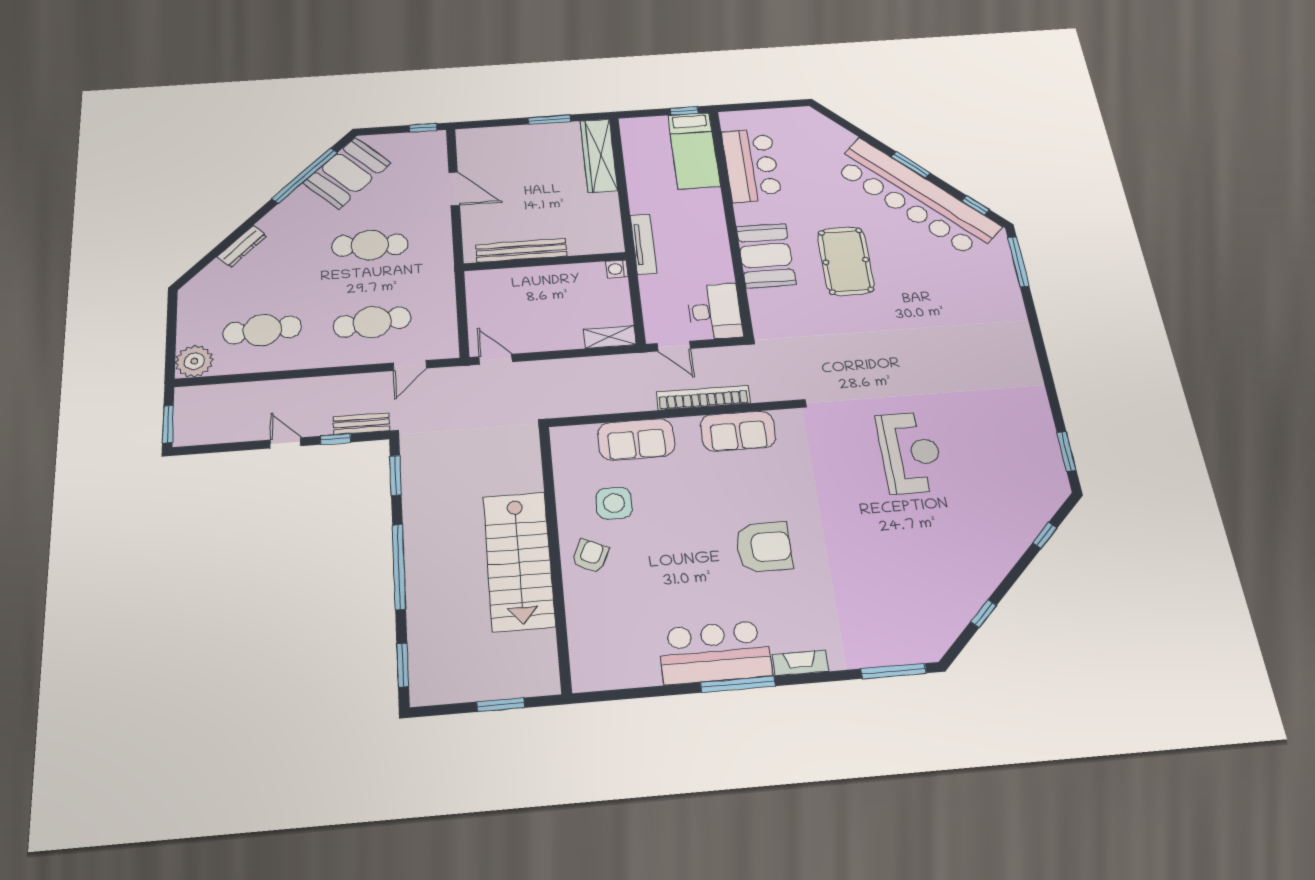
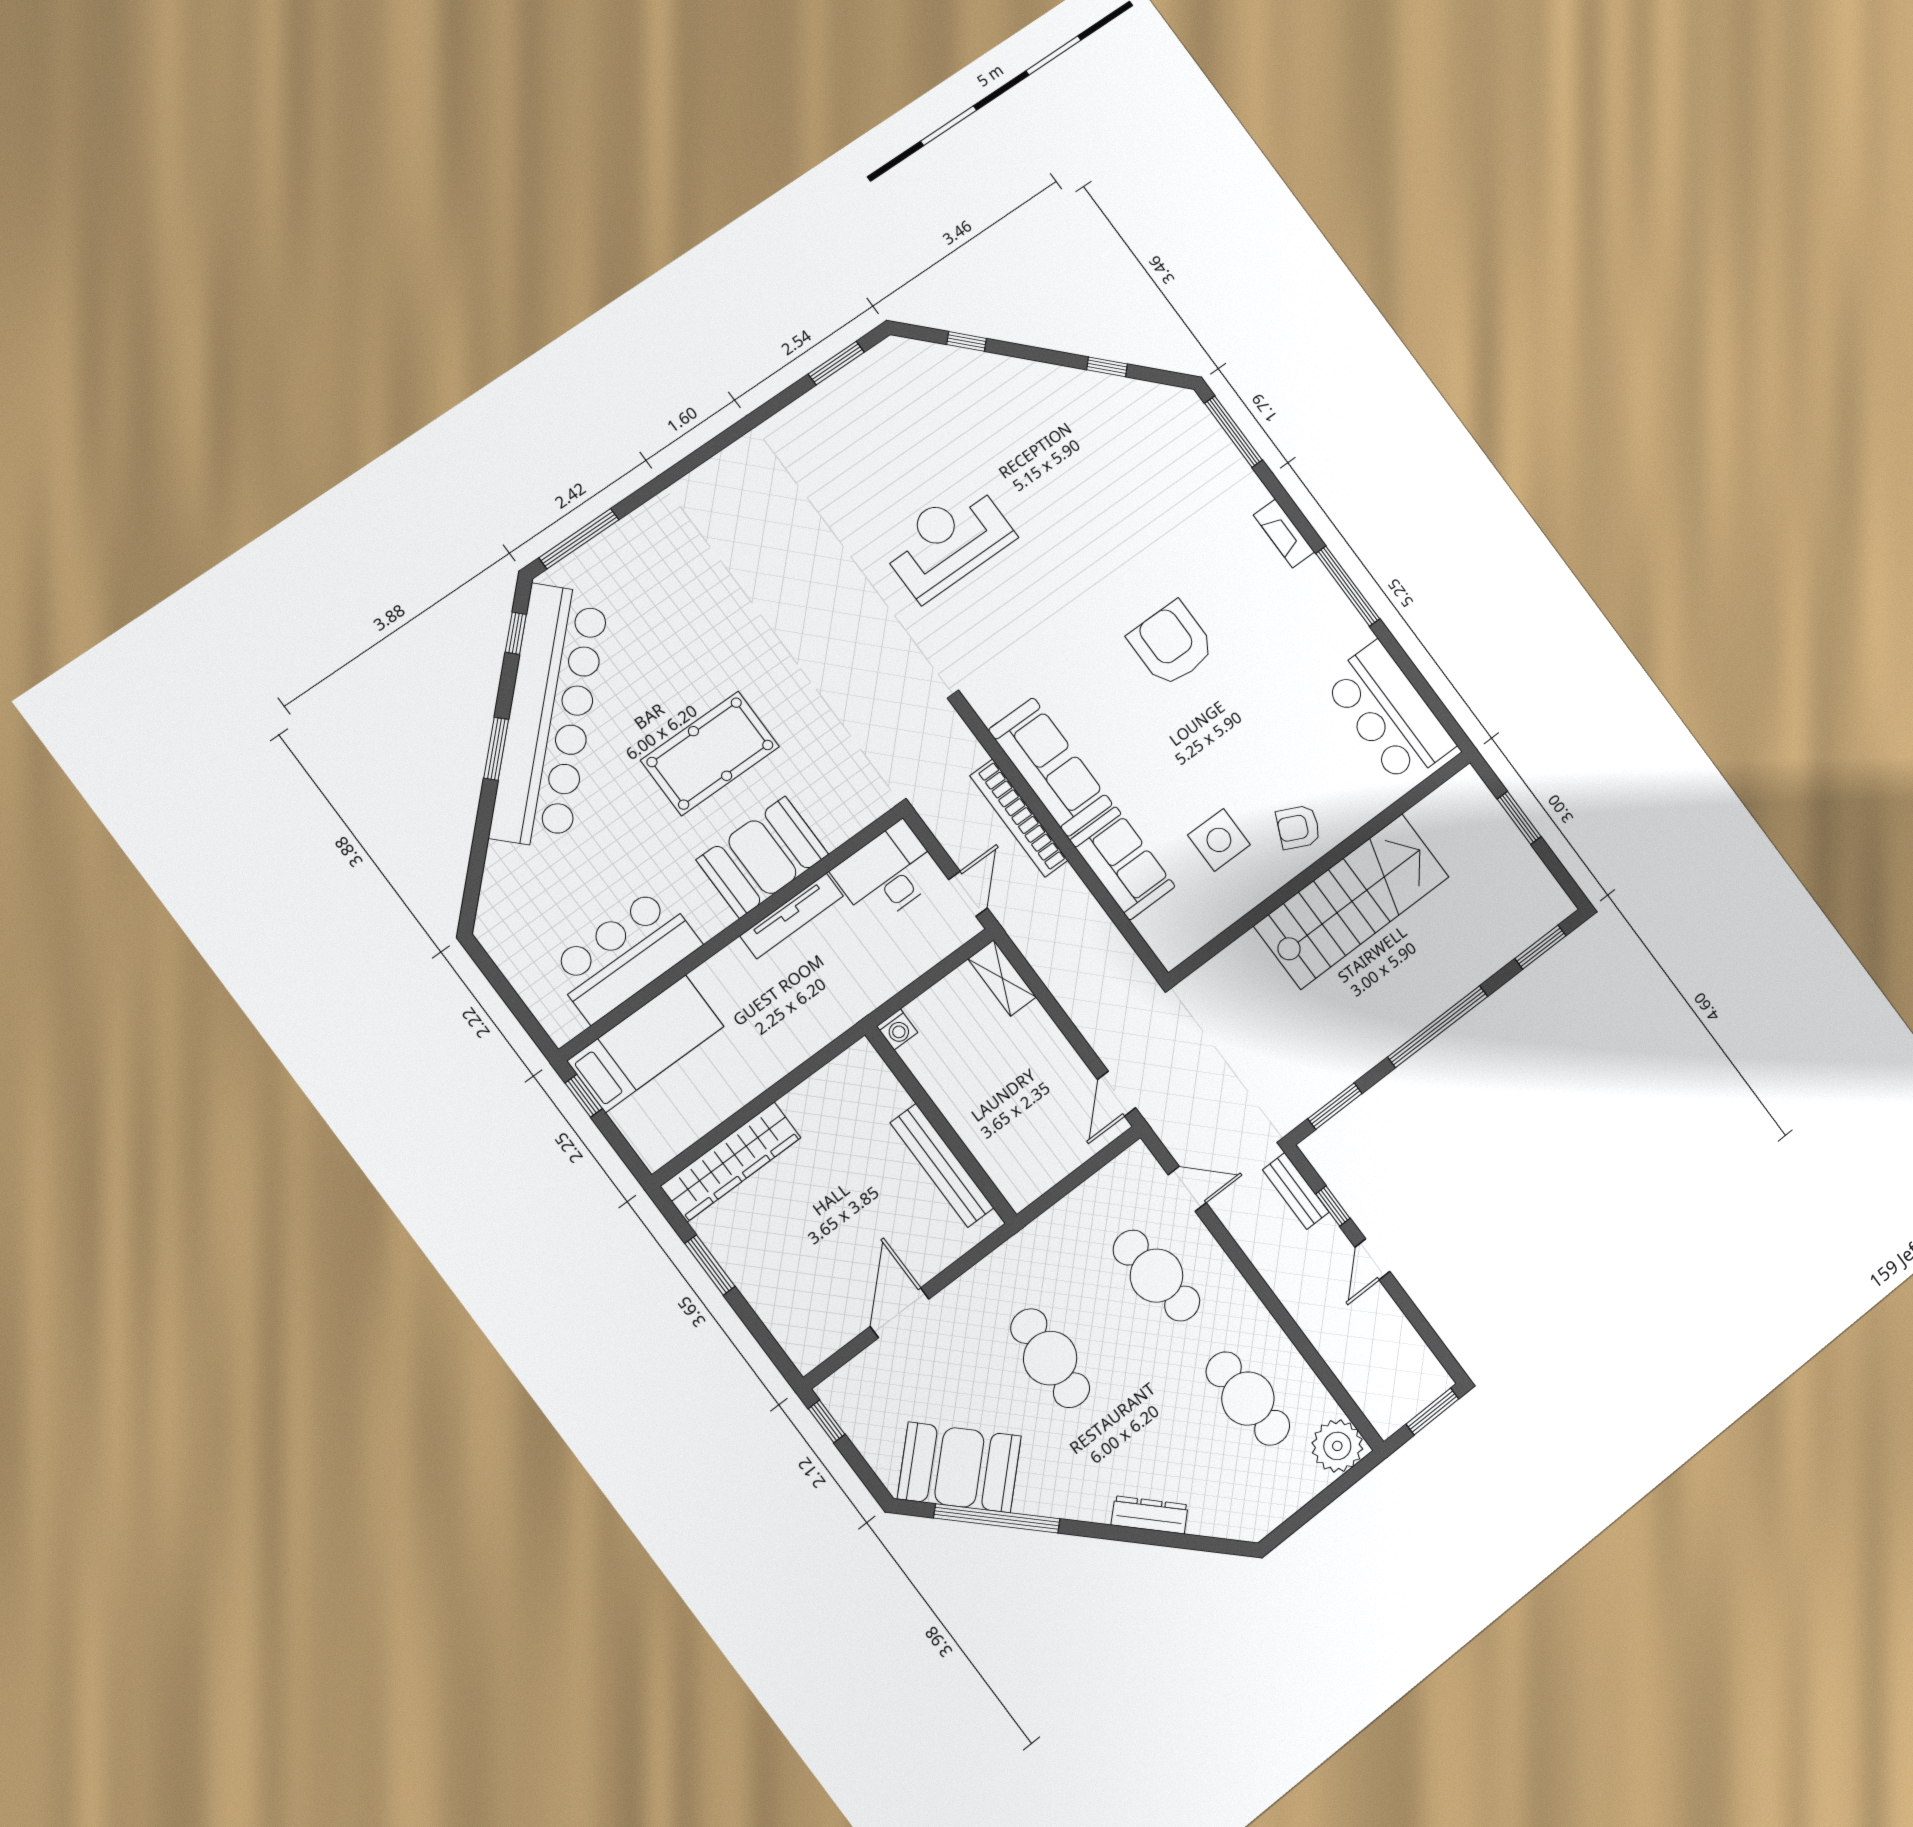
tv unit: (644, 244) -> (792, 916), moved, turned 180
sofa: (738, 431) -> (1050, 767), width x1.36
bar counter: (715, 652) -> (1389, 713), moved

